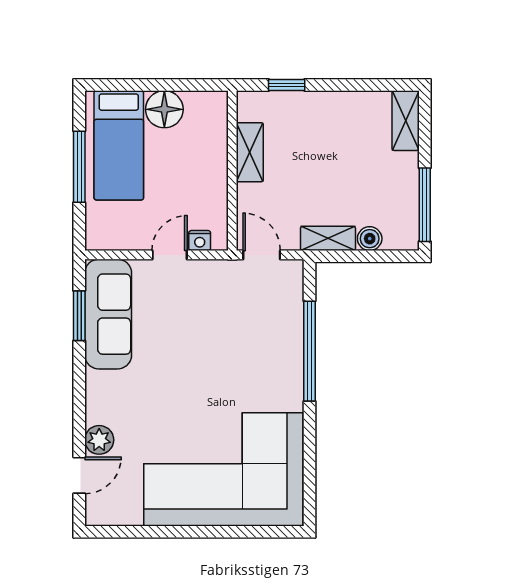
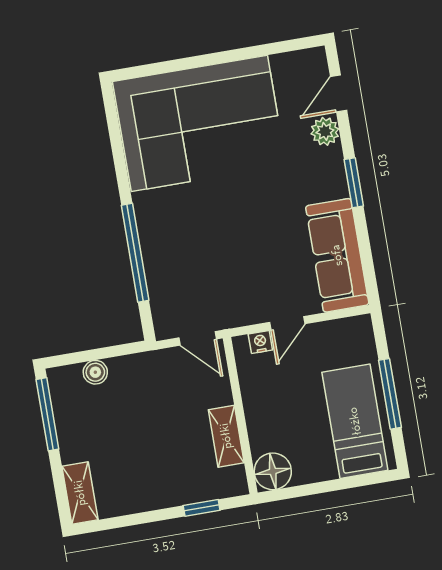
floor lamp: (164, 109) -> (273, 471), moved
shelving: (328, 238) -> (136, 365), removed
window: (79, 316) -> (354, 183), moved

